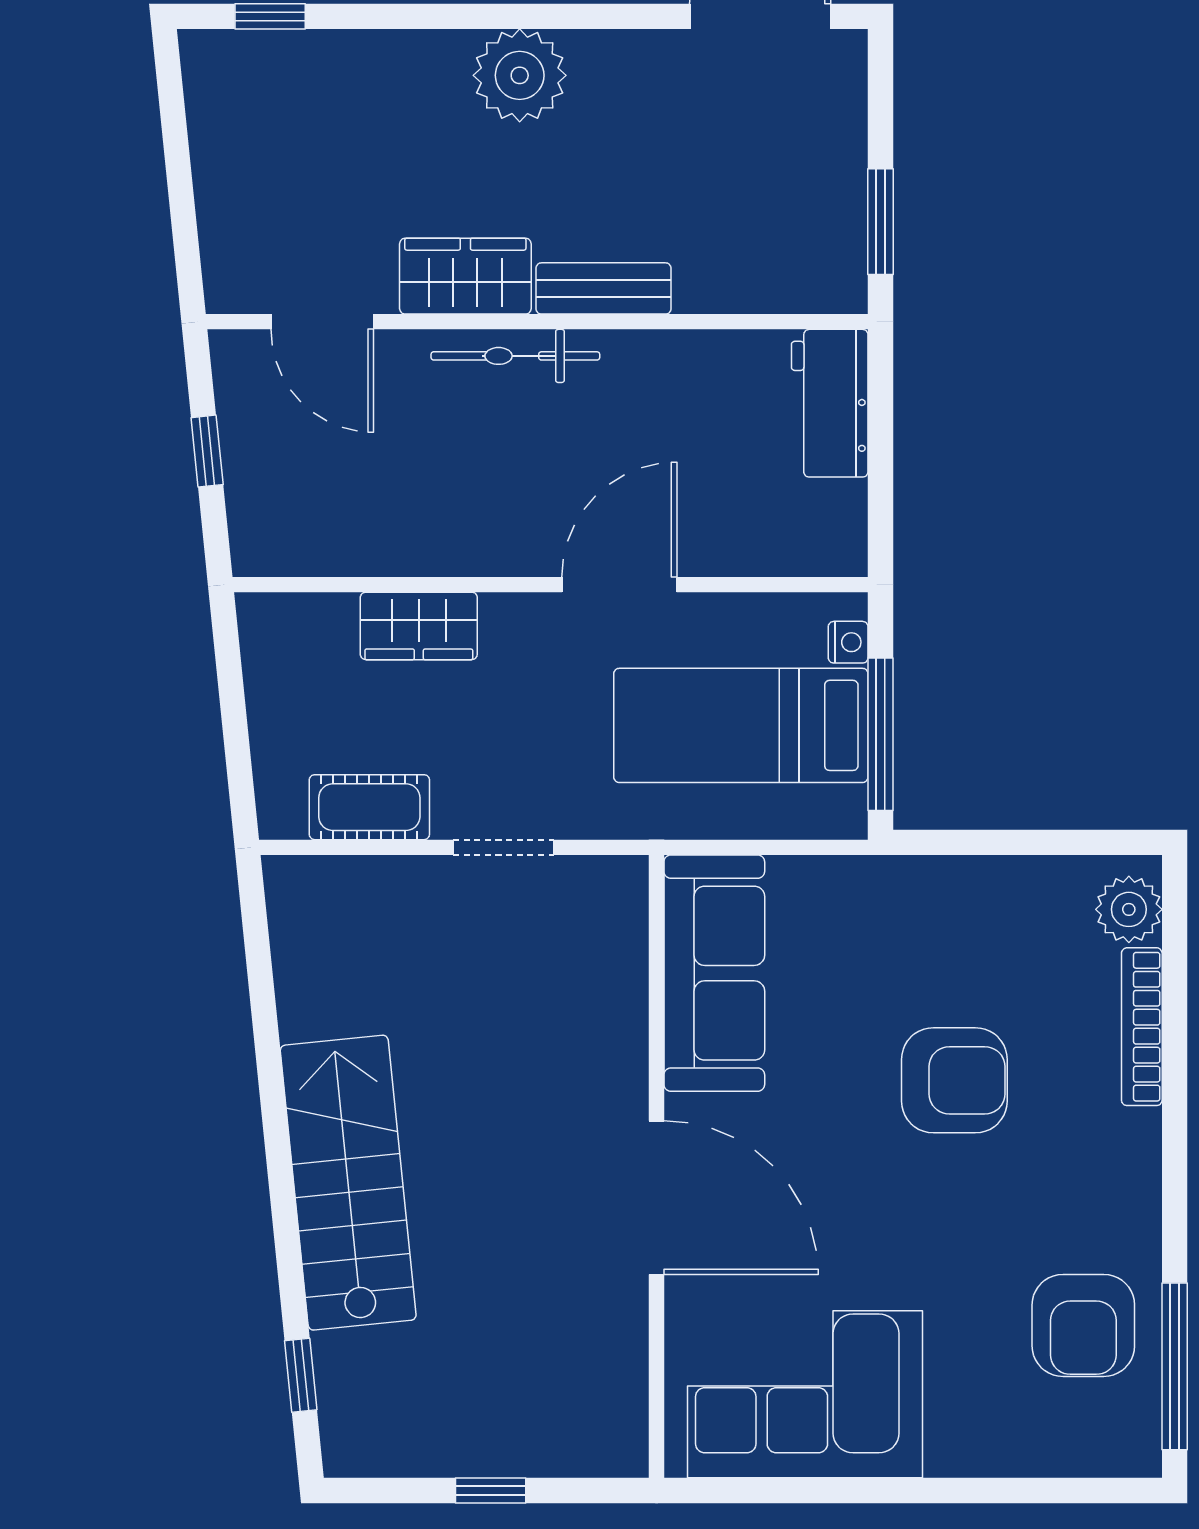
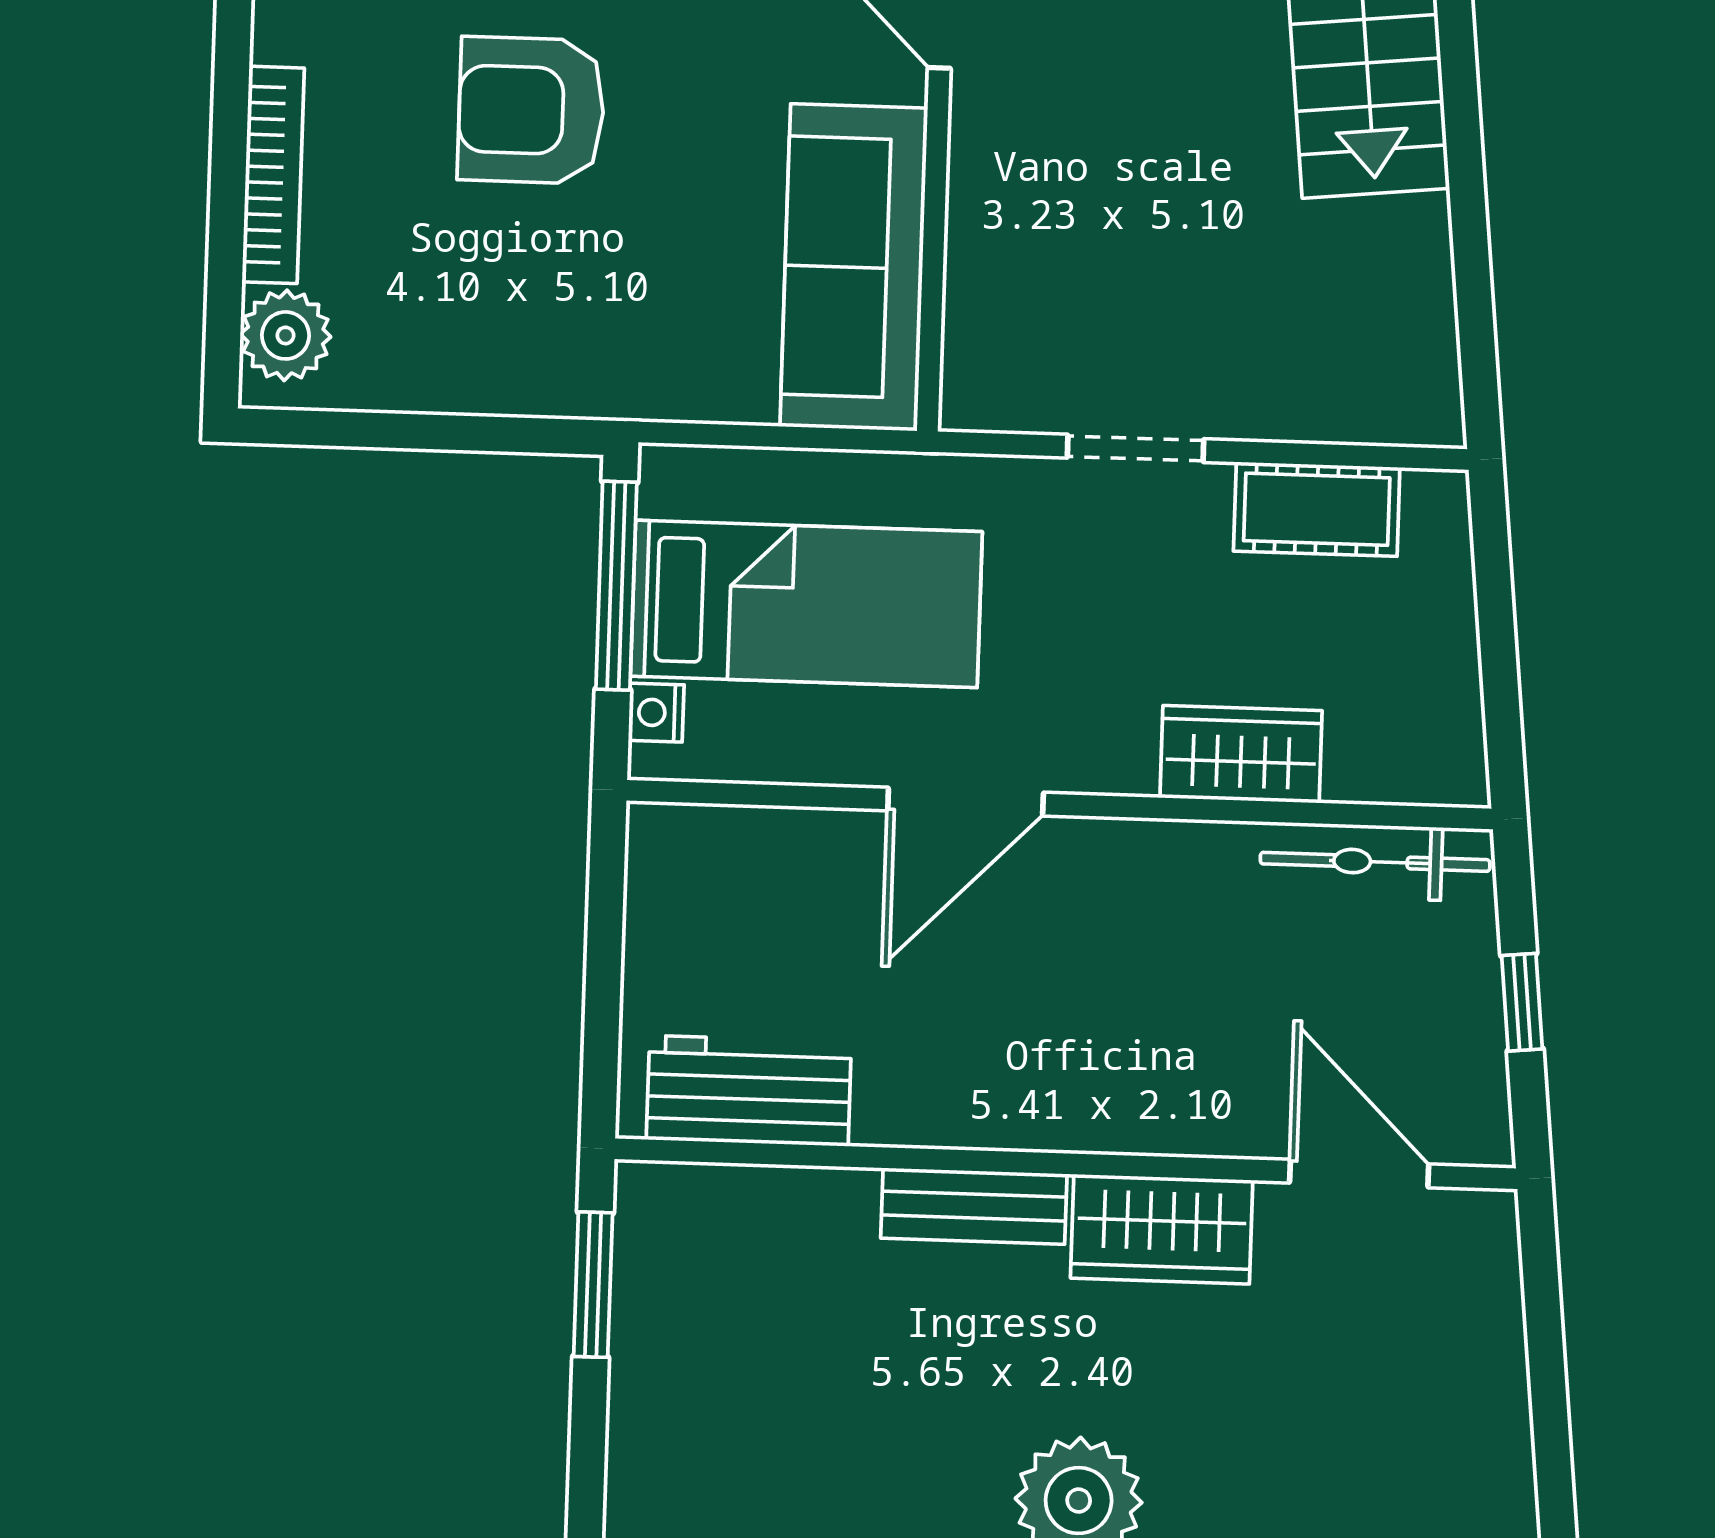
bicycle: (515, 356) -> (1375, 862), moved, turned 180
workbench: (830, 403) -> (749, 1091), moved, turned -90

